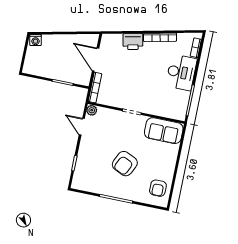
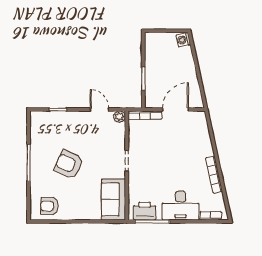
printer: (133, 41) -> (145, 211), moved, turned 102
door: (82, 127) -> (99, 110), hinge flipped

